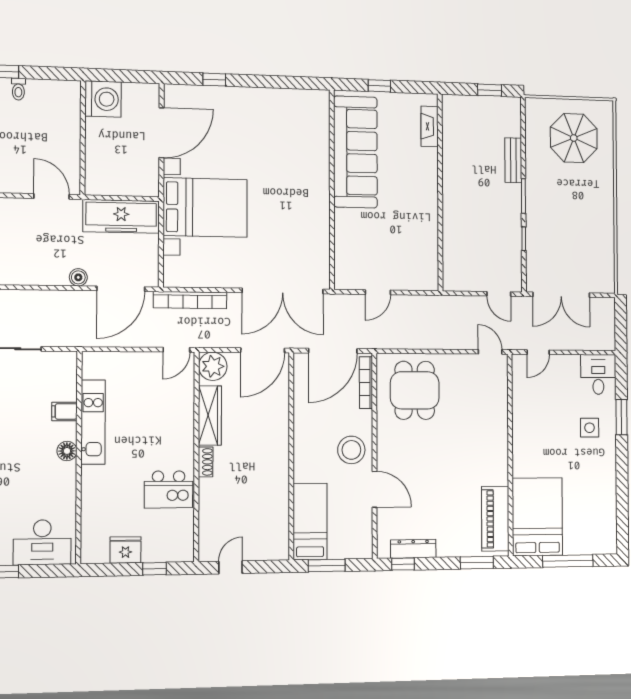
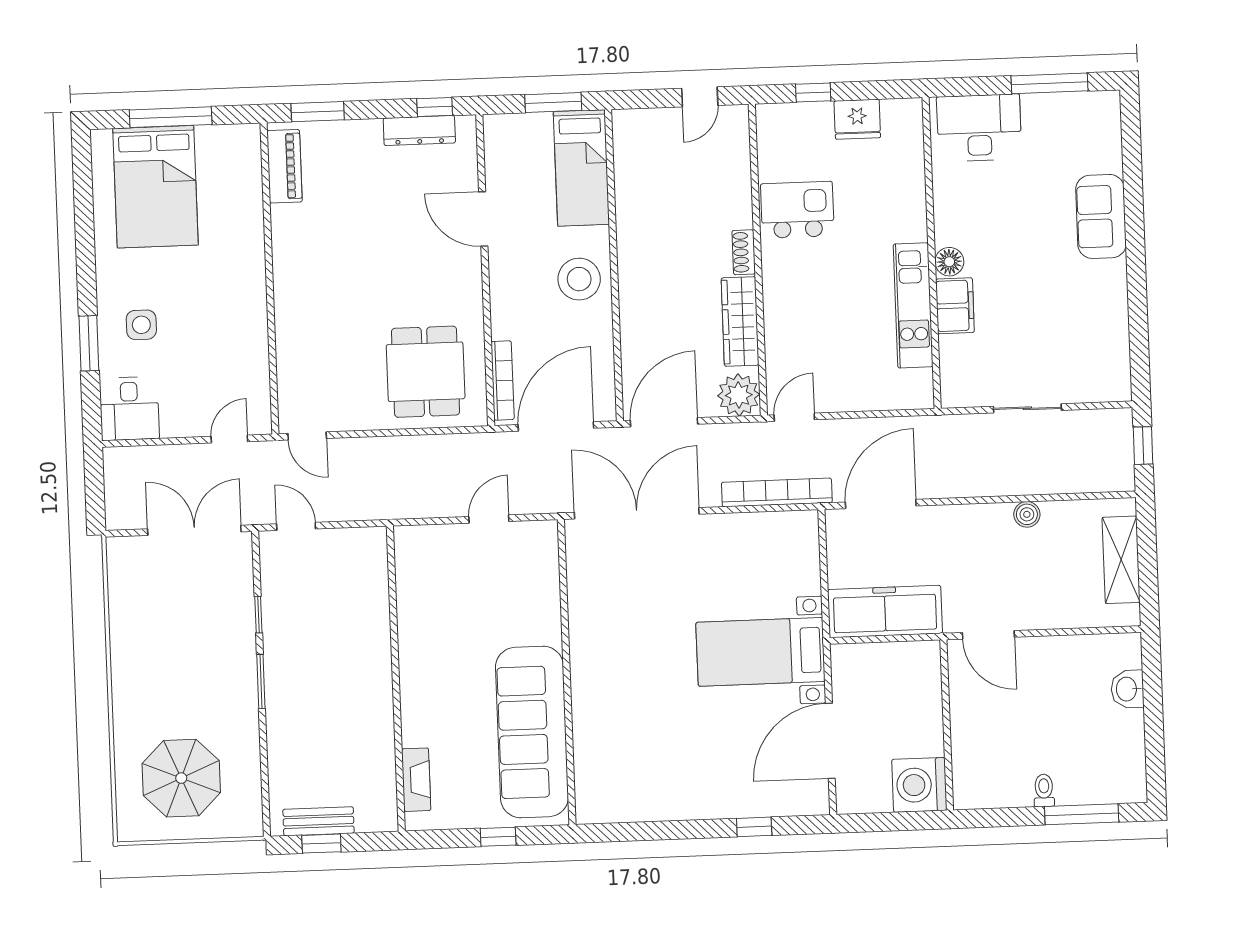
bench: (513, 160) -> (318, 821), moved, turned 90
bed with nightstands: (205, 207) -> (760, 652), width x0.73
boiler: (78, 277) -> (1027, 514), moved
filing cabinet: (64, 411) -> (955, 306), width x2.00
stool: (351, 450) -> (579, 279), moved
bed: (537, 517) -> (155, 187), moved
piano: (495, 519) -> (284, 166), width x0.73, depth x0.75

